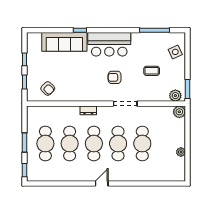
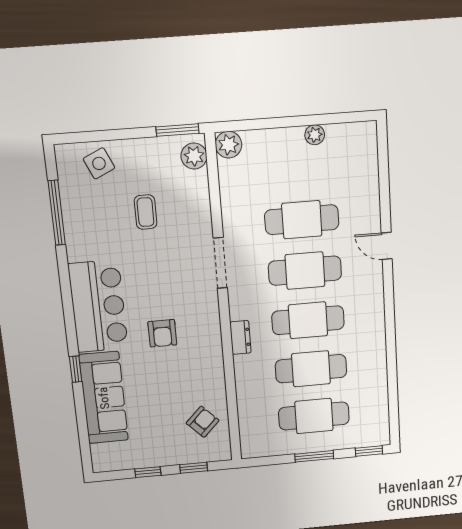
armchair: (115, 77) -> (162, 333), moved
door: (102, 184) -> (387, 246), moved

